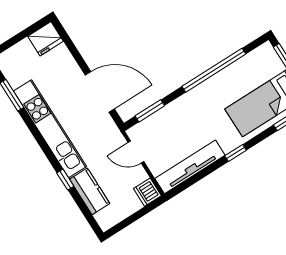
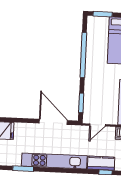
door: (100, 92) -> (53, 122), hinge flipped
window: (65, 180) -> (105, 172), moved

